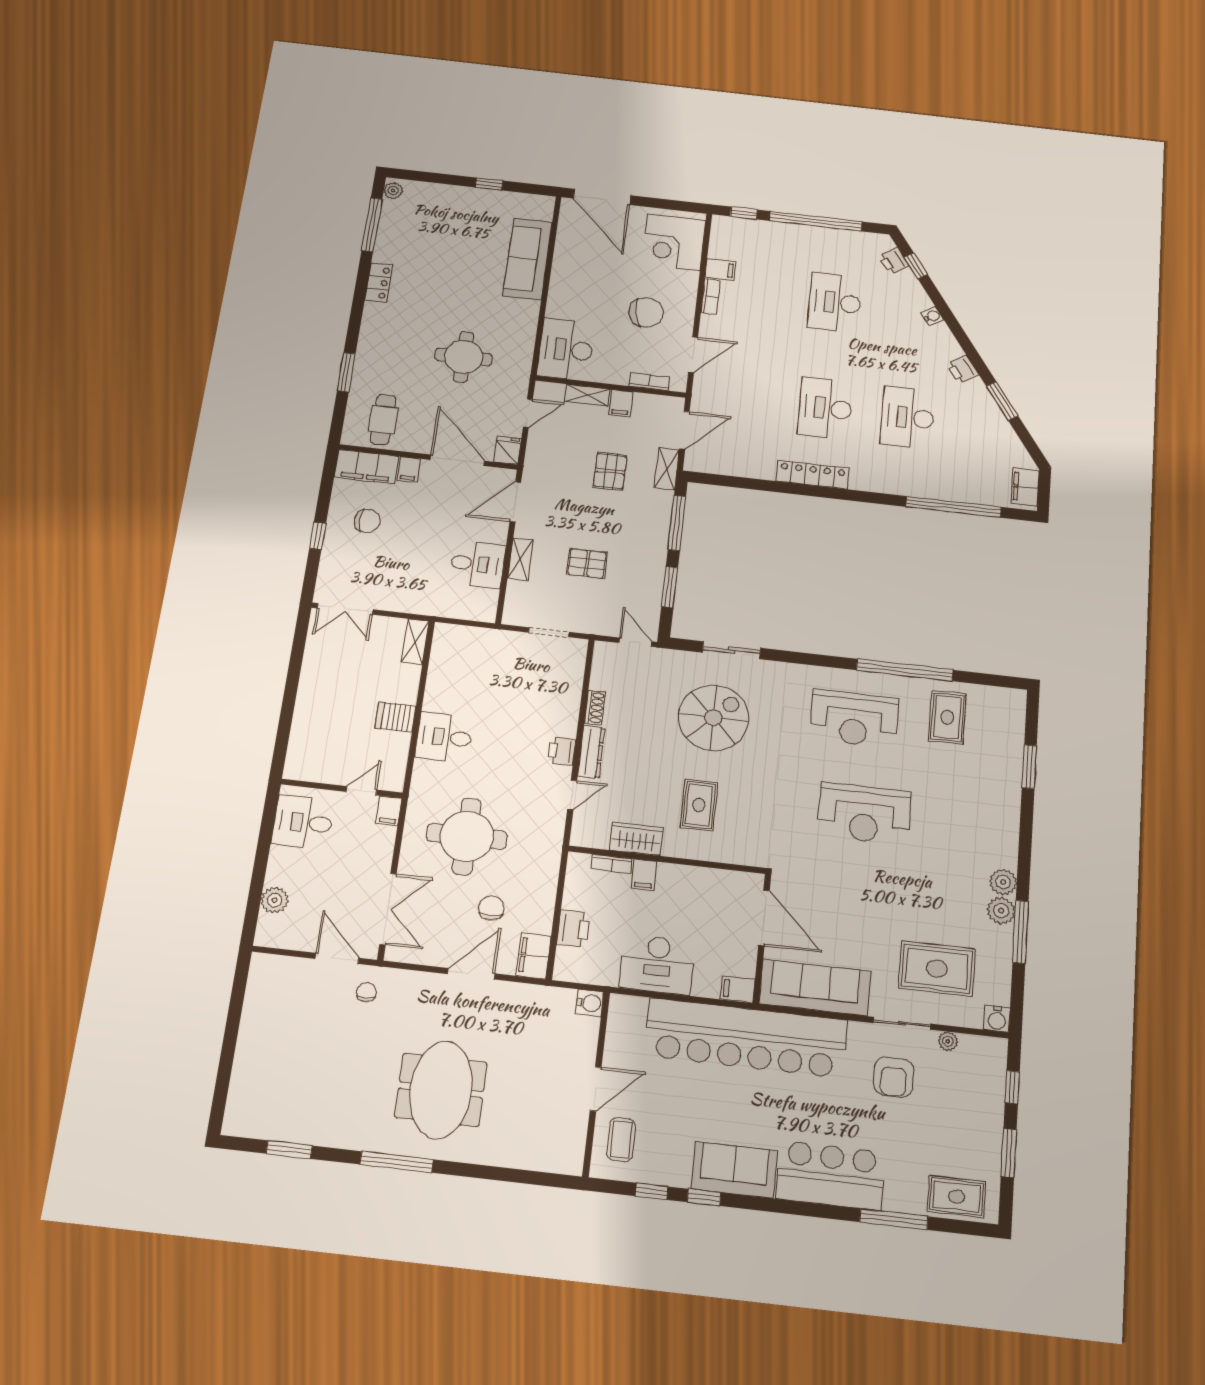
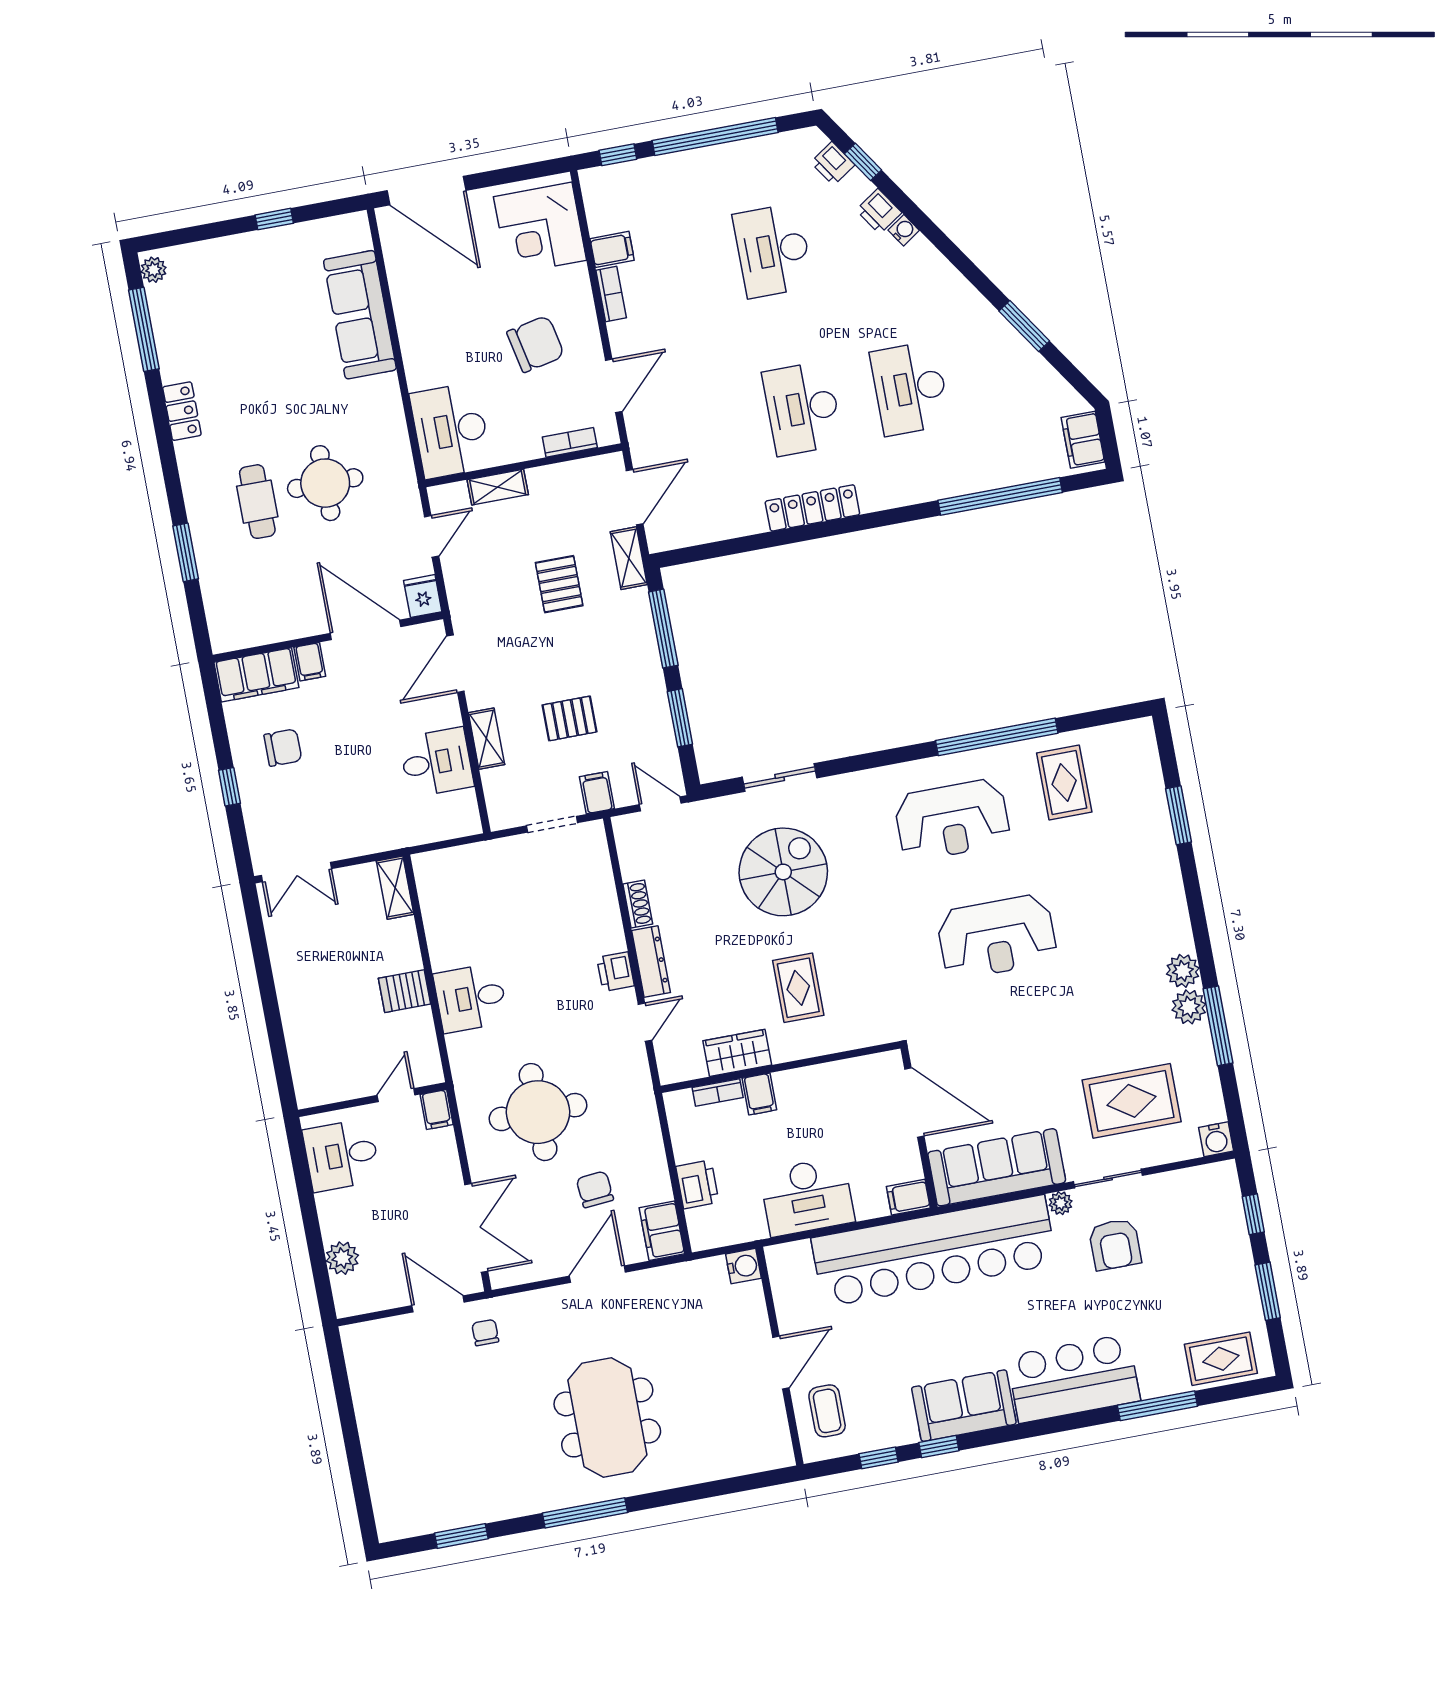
printer: (962, 369) -> (879, 211), moved
filing cabinet: (621, 403) -> (597, 793), moved, turned 180
cafe table: (383, 420) -> (257, 502), moved
plant: (948, 1041) -> (1061, 1203), moved

